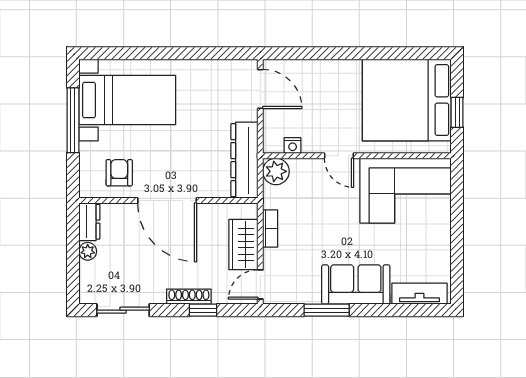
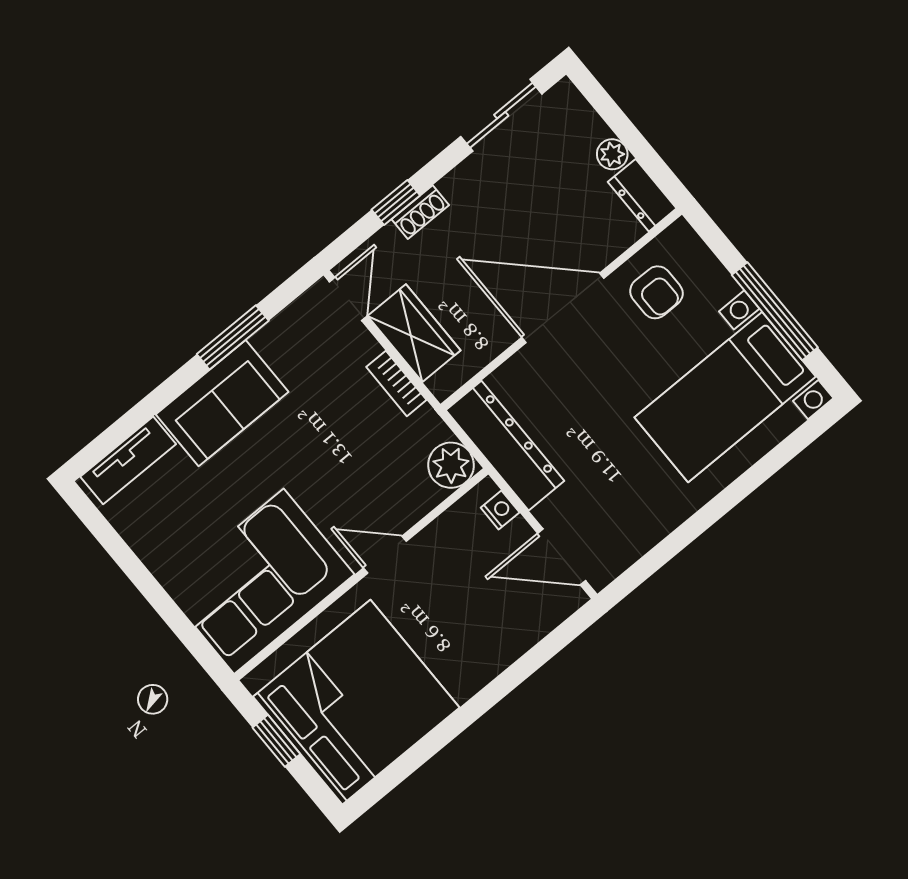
nightstand: (293, 146) -> (500, 510), moved, turned 90
shoe rack: (189, 297) -> (420, 212), width x0.70

